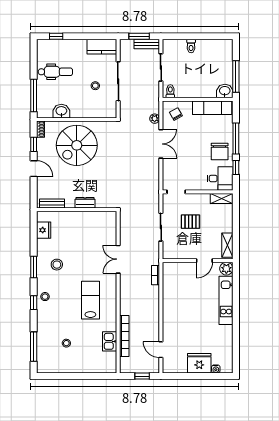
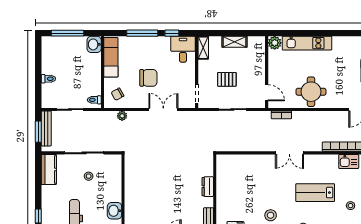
bench: (147, 44) -> (46, 128), width x1.36
window: (236, 77) -> (67, 33), moved
double door: (161, 144) -> (163, 109), moved
spiral stairs: (77, 145) -> (149, 195), removed
chair: (220, 151) -> (148, 78), moved
pallet: (190, 222) -> (227, 79), turned 90
shelving: (227, 245) -> (235, 42), moved
double door: (118, 259) -> (289, 153), moved
door: (204, 261) -> (267, 93), moved
lab bench: (90, 300) -> (315, 193), moved
round table: (178, 304) -> (311, 92), added

